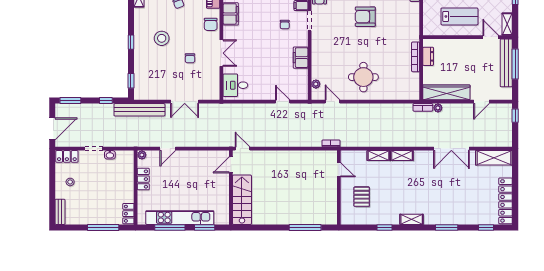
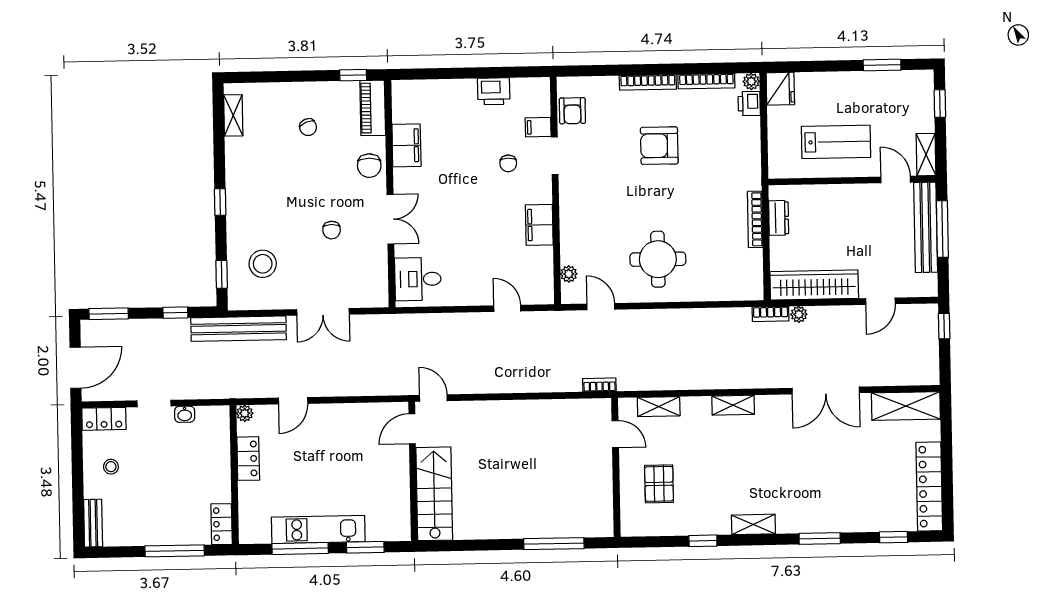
stool: (162, 38) -> (263, 264), moved
shelving: (378, 156) -> (659, 407), moved
kitchen unit: (180, 218) -> (318, 529), width x0.73

